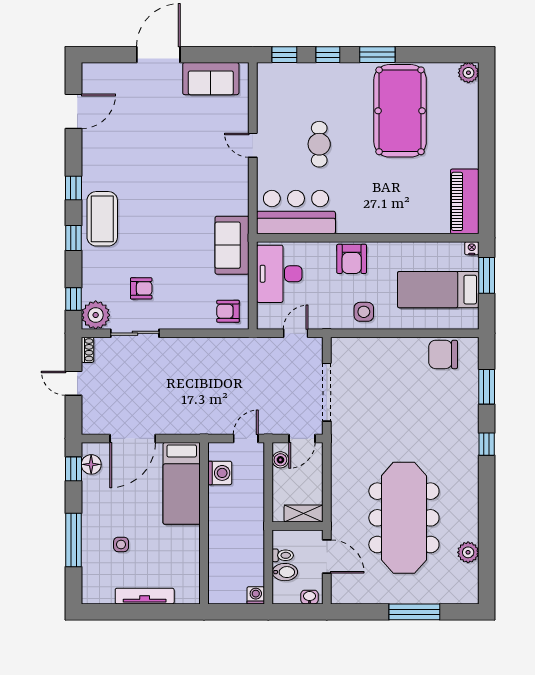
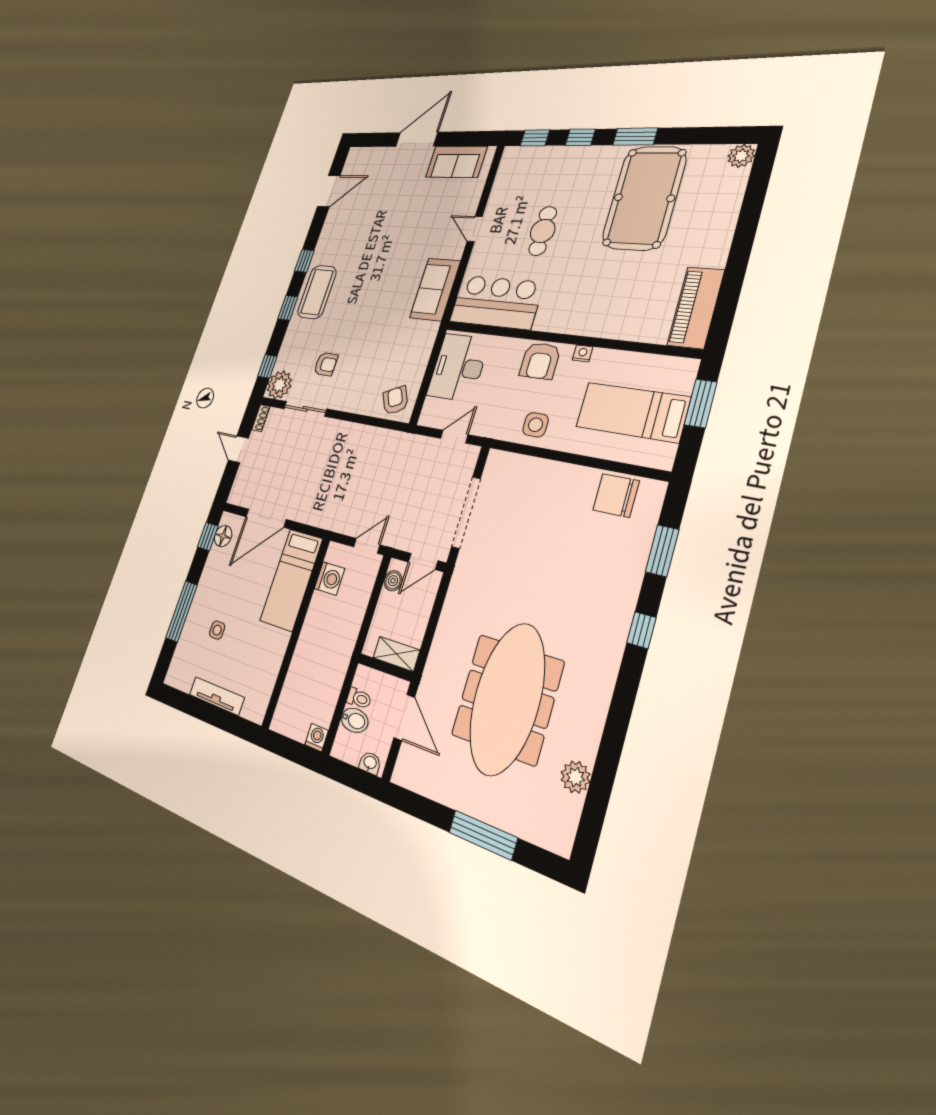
sofa: (232, 245) -> (435, 289), moved
nightstand: (472, 248) -> (583, 353), moved
armchair: (228, 311) -> (395, 400), turned 64

